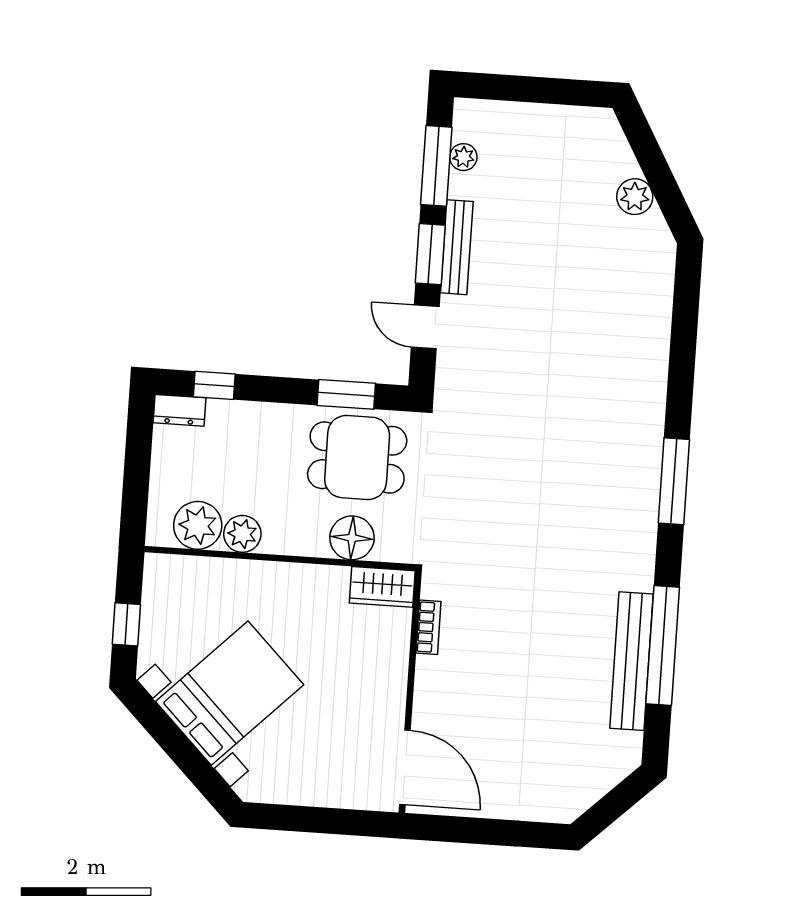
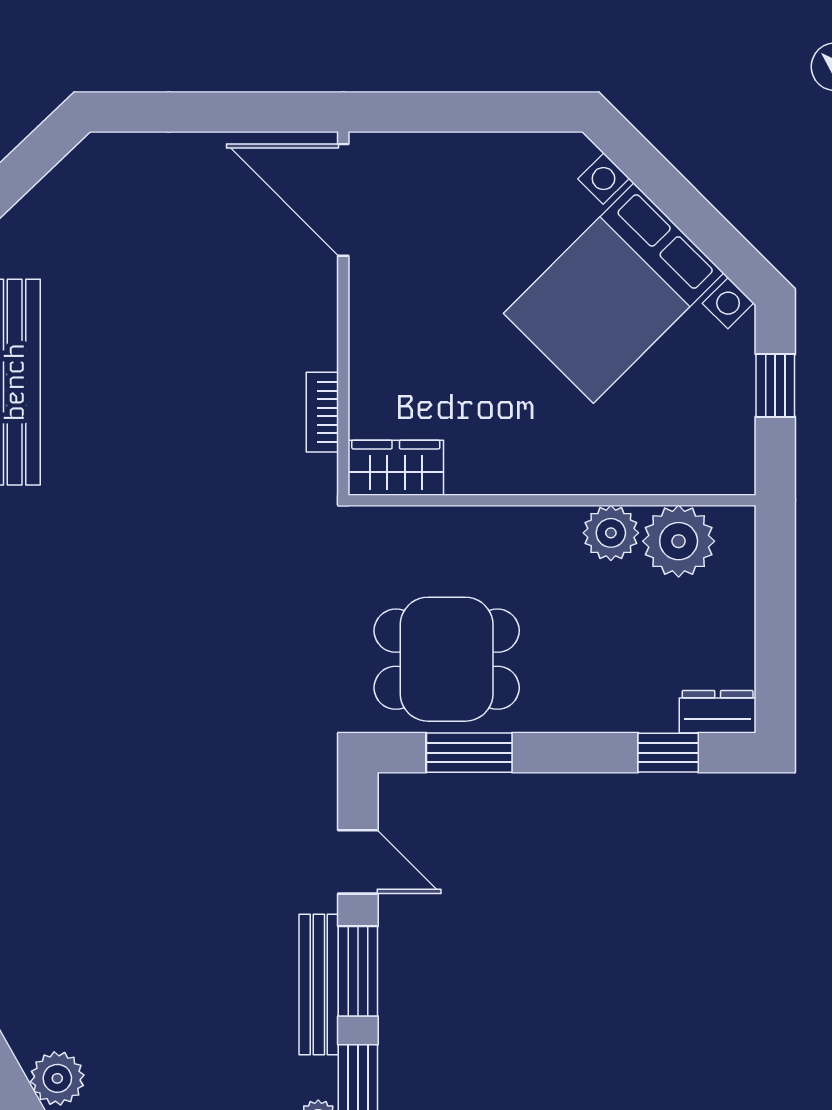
floor lamp: (352, 538) -> (446, 538), removed

